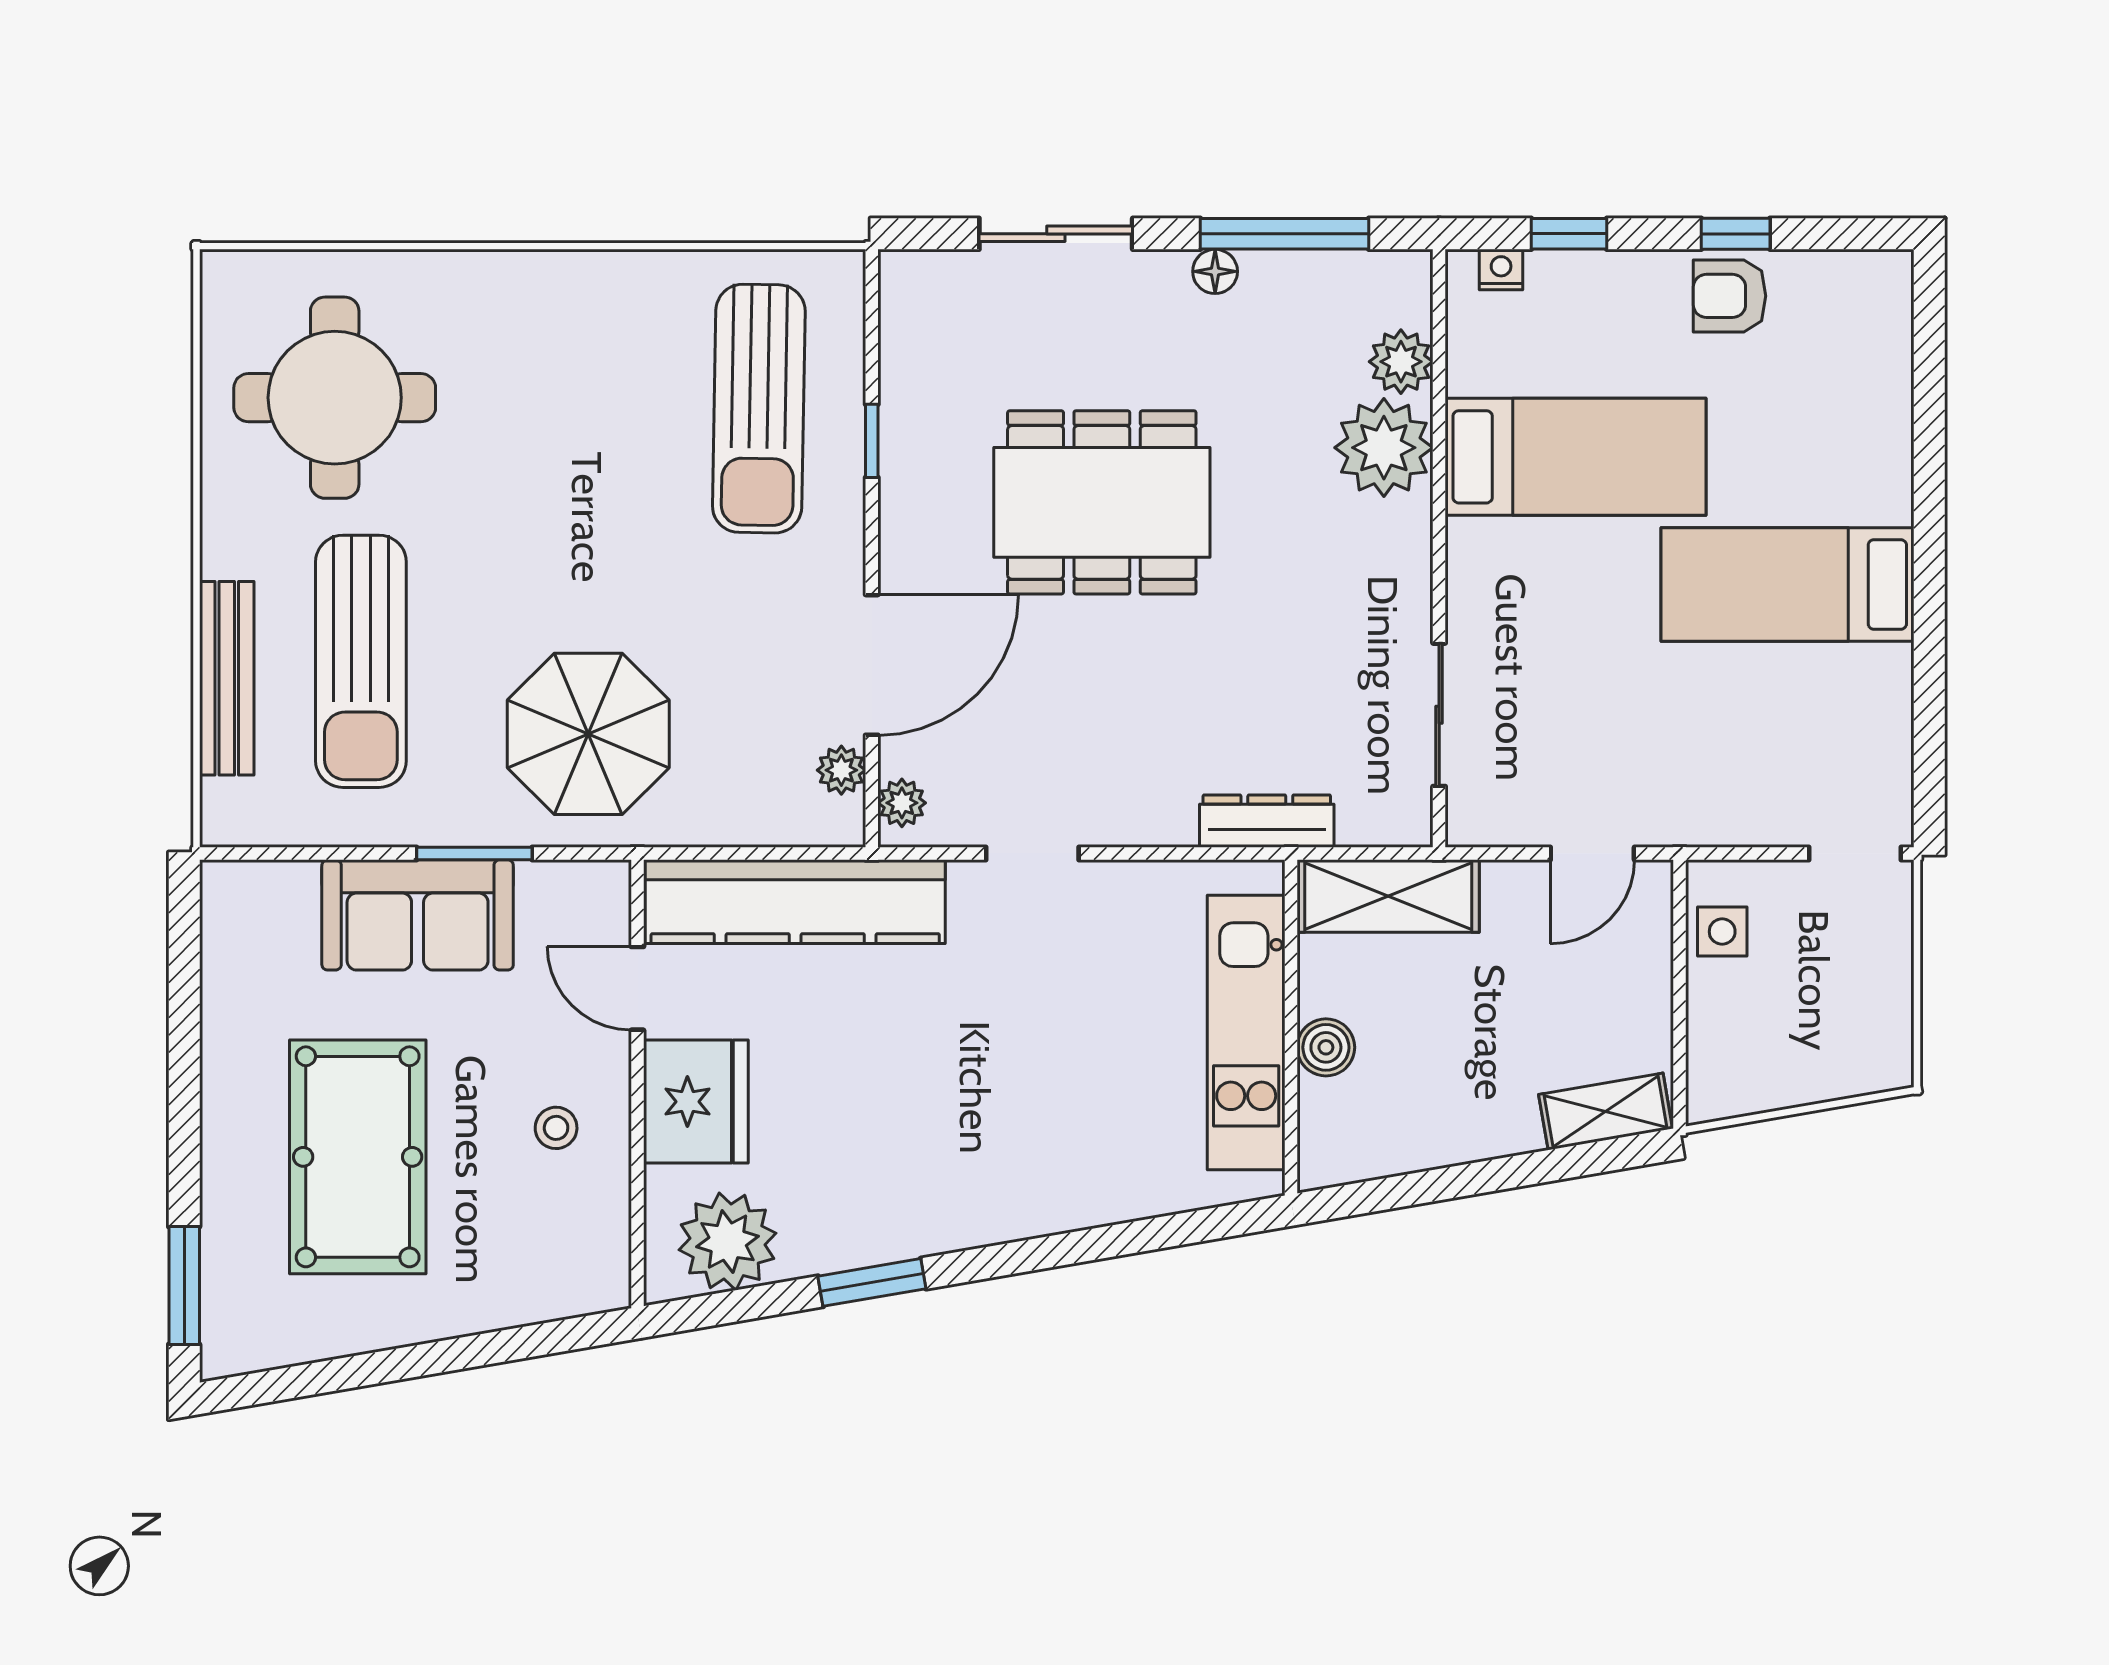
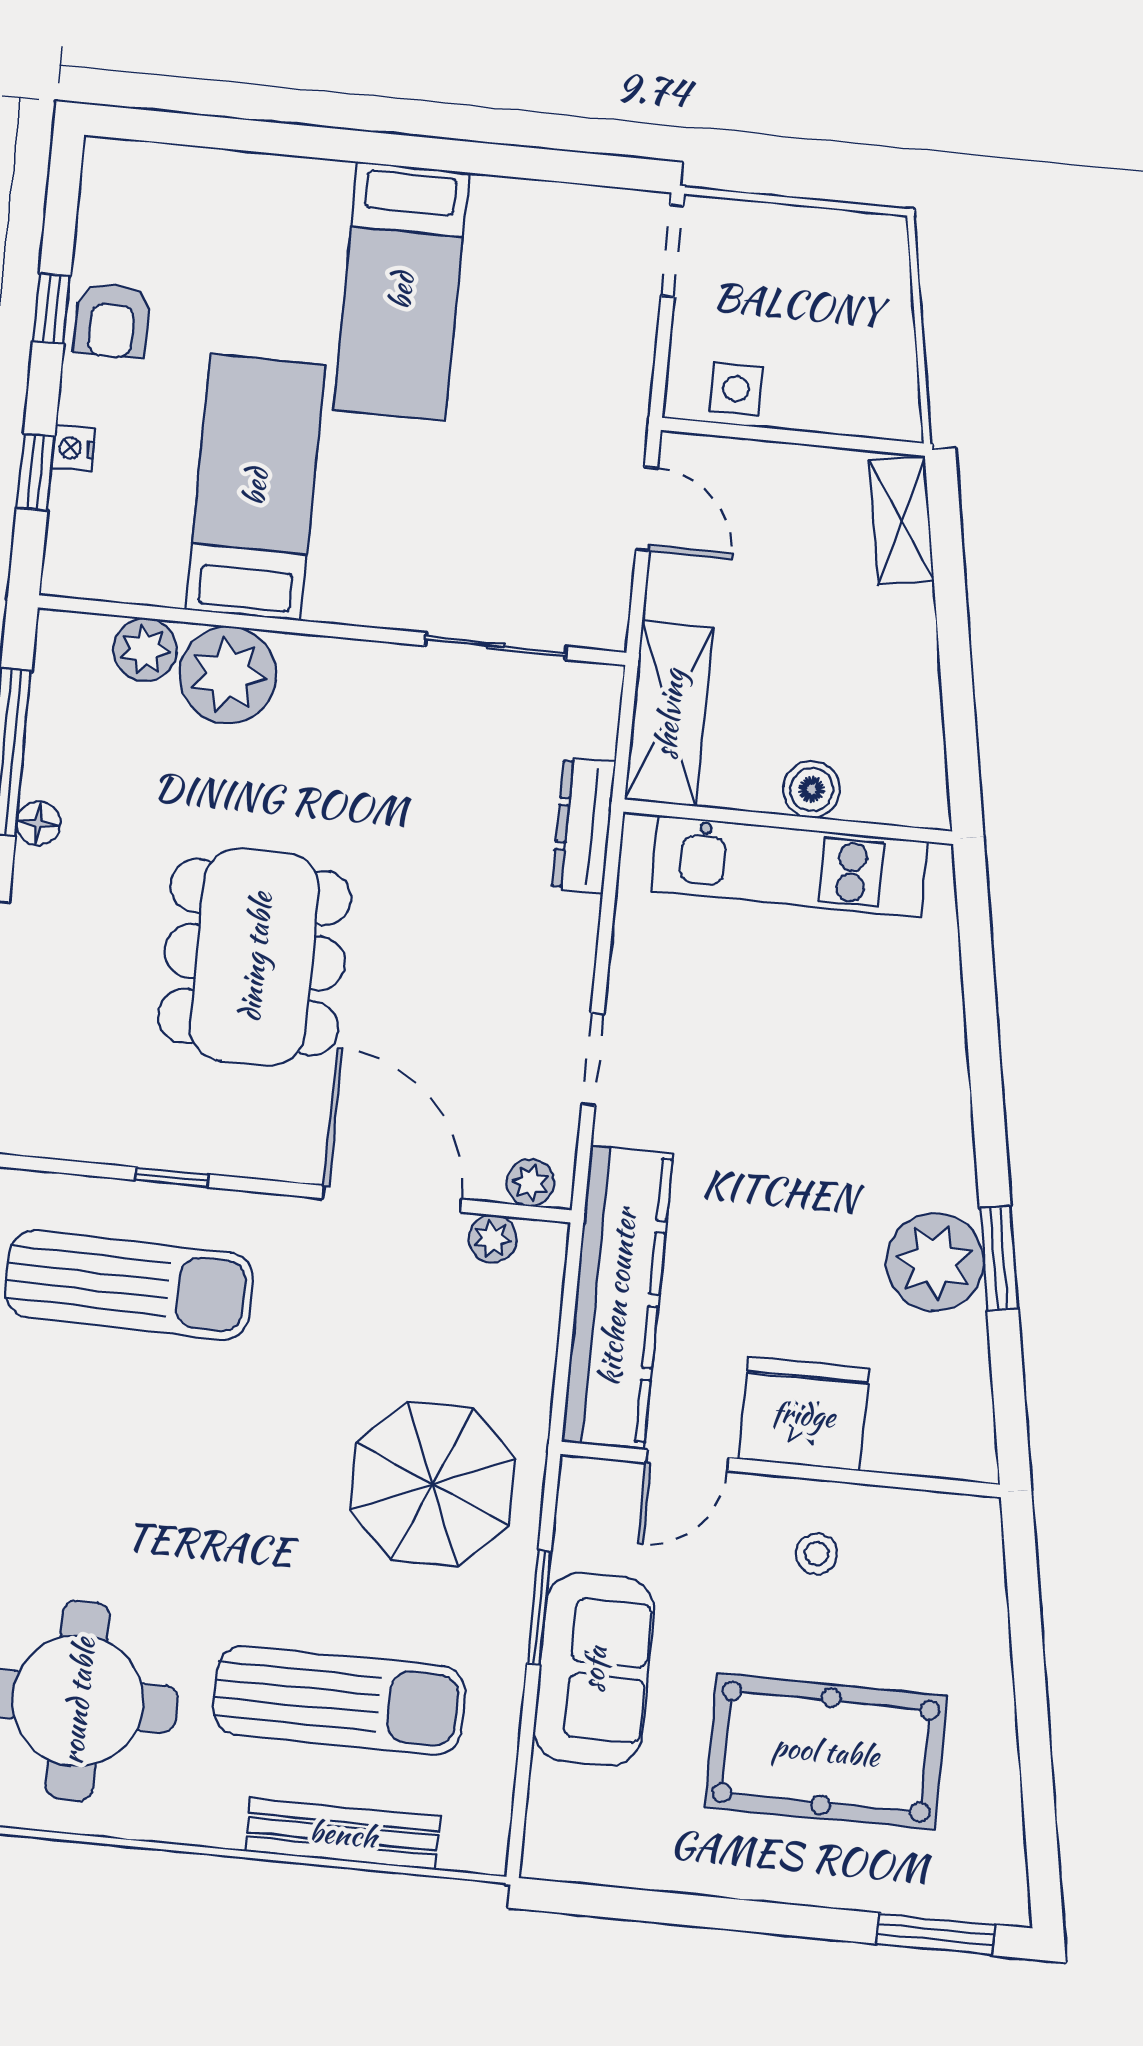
nightstand: (1501, 270) -> (73, 448), moved
plant: (728, 1242) -> (935, 1262), moved

